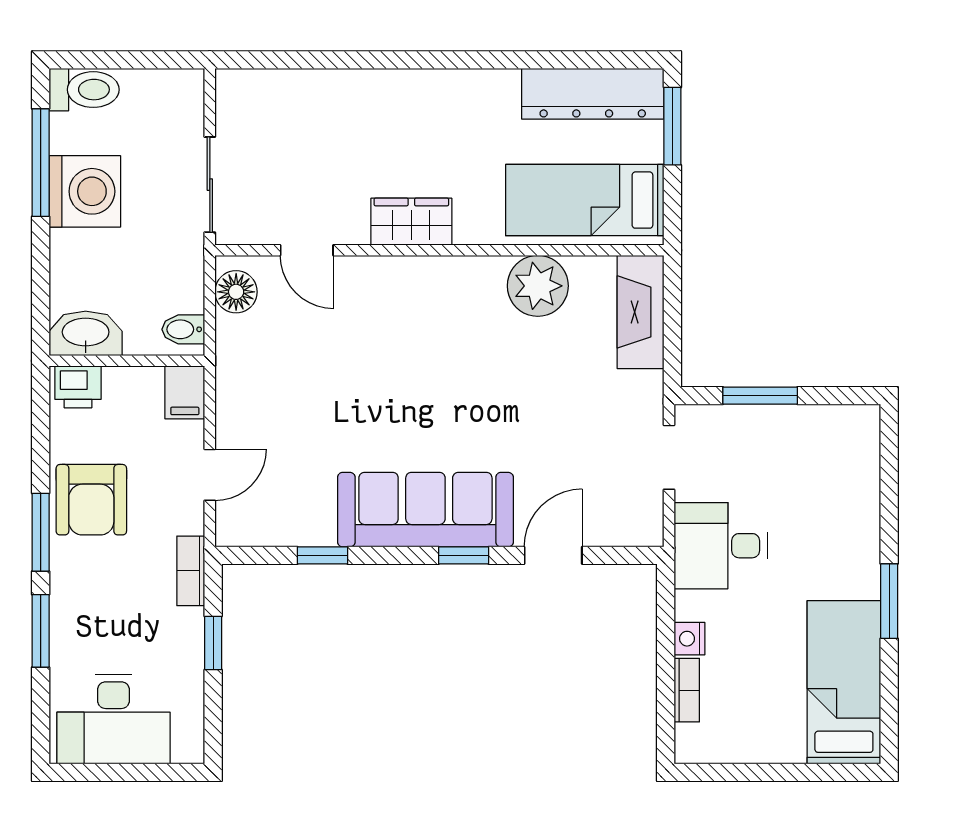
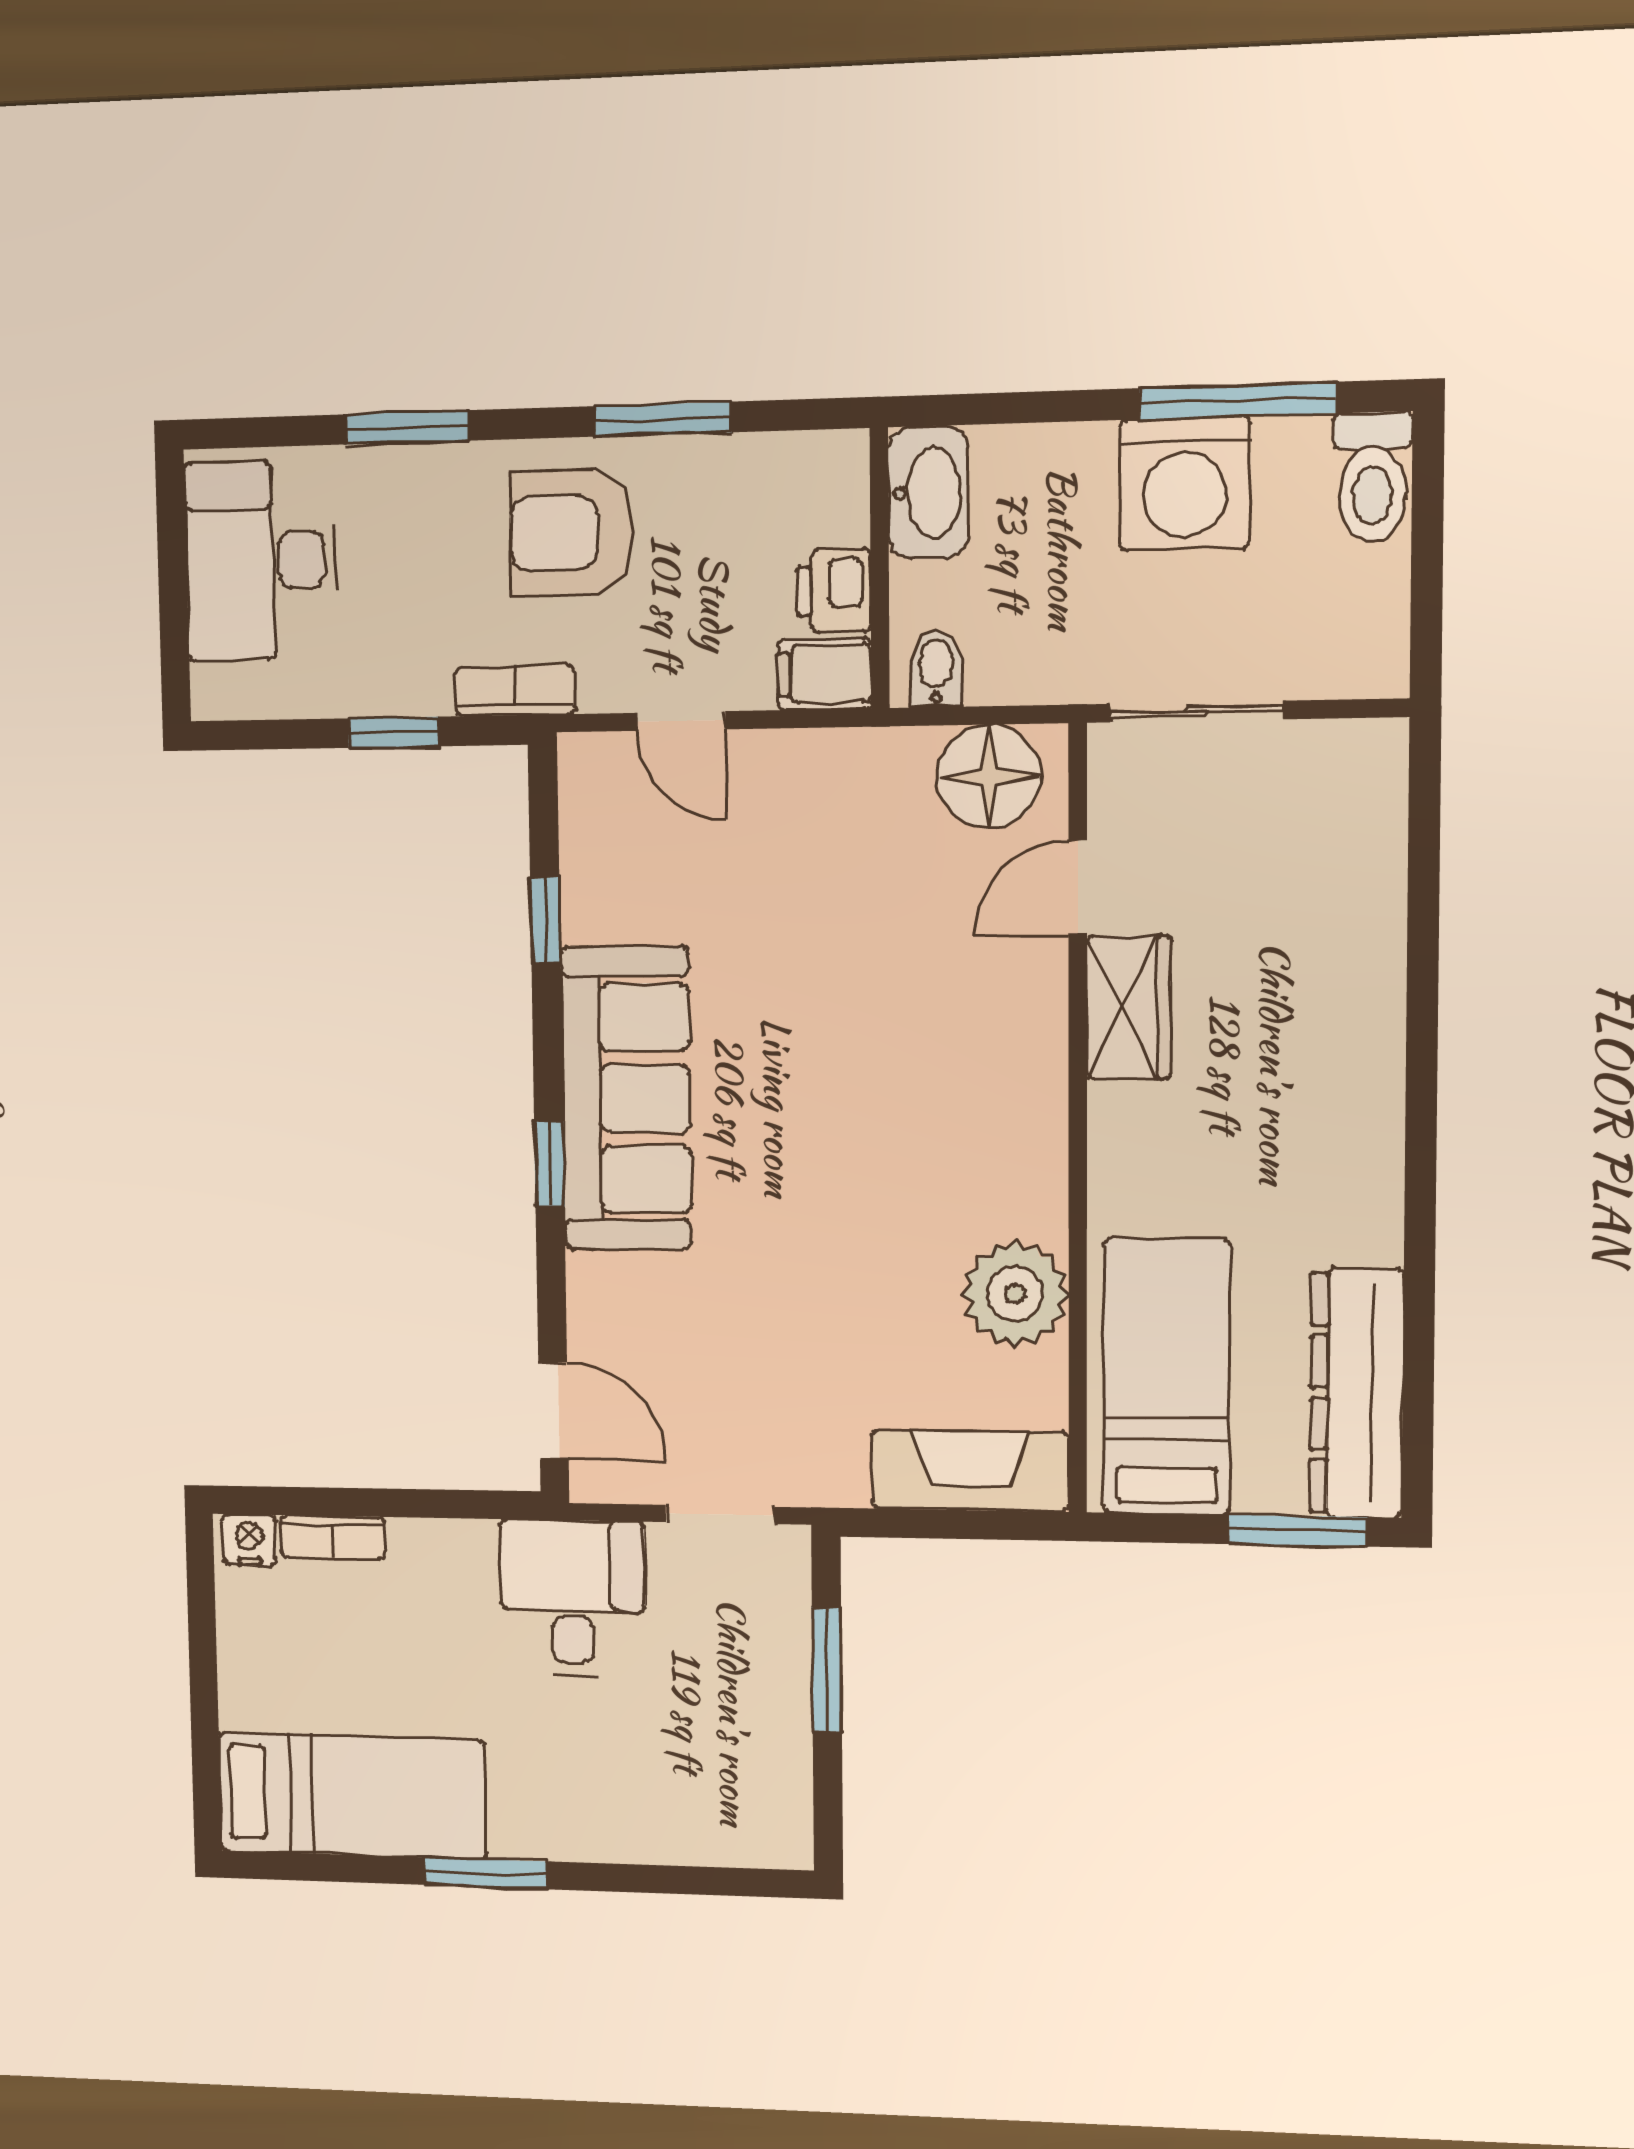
wardrobe: (411, 222) -> (1129, 1008), moved
floor lamp: (236, 292) -> (989, 777), width x1.38, depth x1.38
printer: (78, 387) -> (834, 591), moved
armchair: (91, 500) -> (571, 533), moved
window: (41, 532) -> (663, 419), moved
door: (553, 555) -> (553, 1411), moved
nightstand: (689, 639) -> (249, 1540), moved

